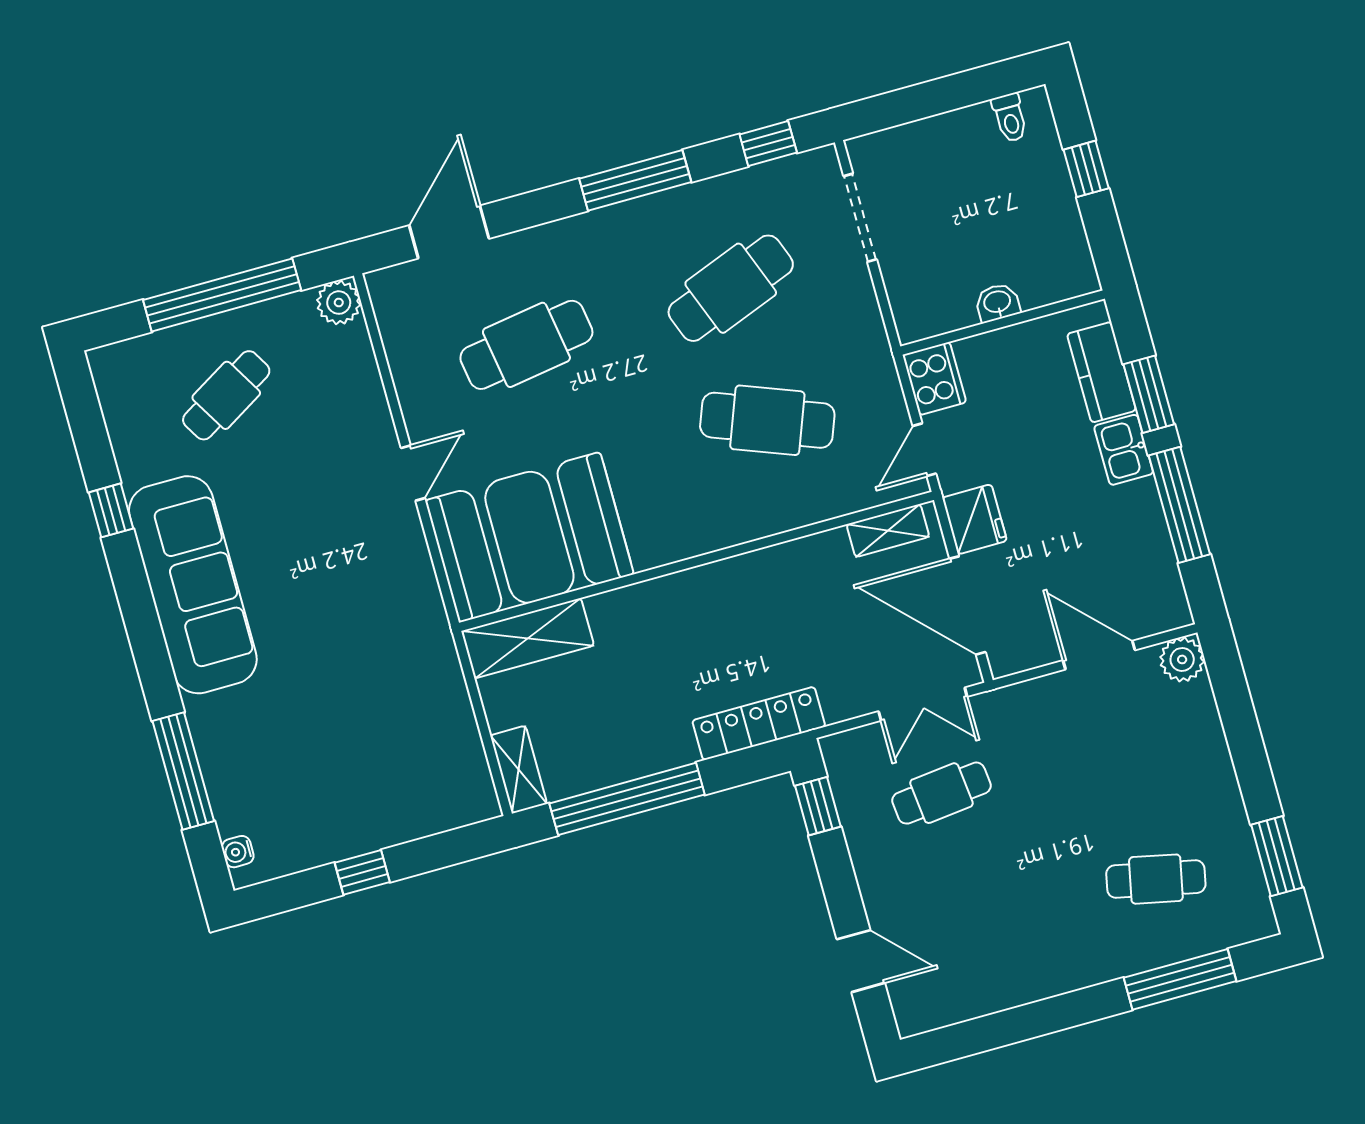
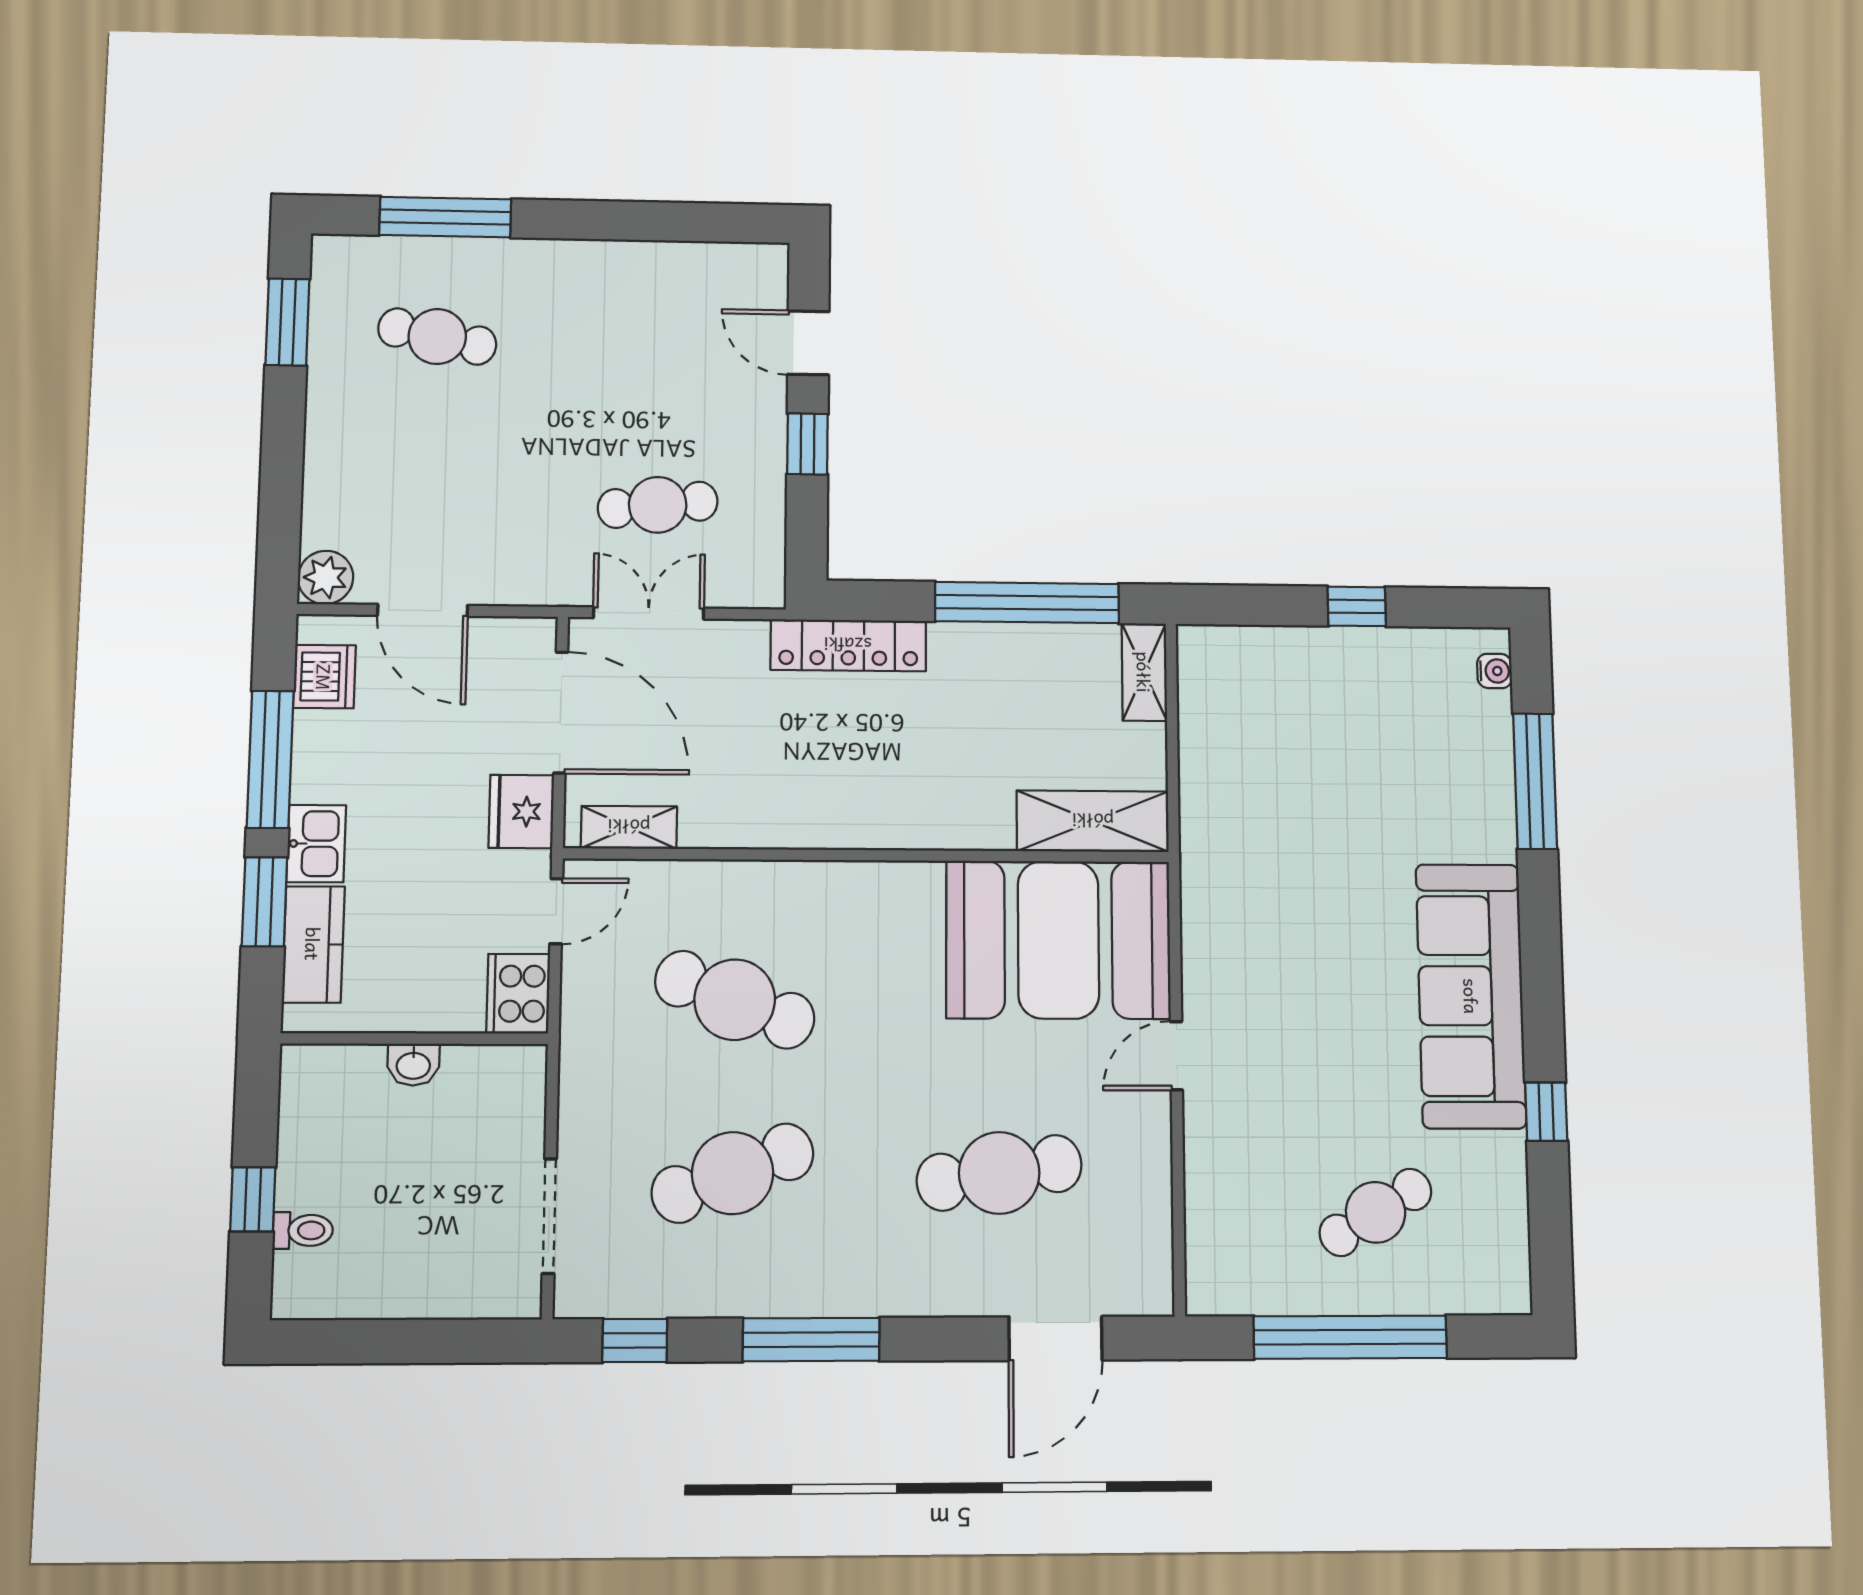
toilet: (1010, 118) -> (303, 1230), moved, turned 90
plant: (339, 303) -> (1212, 1288), removed
dishwasher: (1158, 581) -> (324, 677), added
window: (818, 806) -> (807, 444), moved

